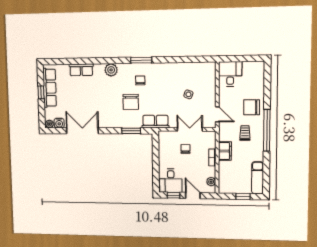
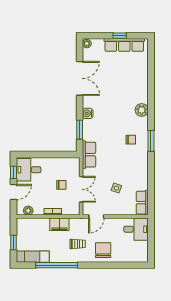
row of seats: (81, 70) -> (142, 203), moved
chair: (131, 102) -> (109, 130), removed
water cooler: (59, 123) -> (88, 113), moved
window: (267, 130) -> (57, 265), moved

